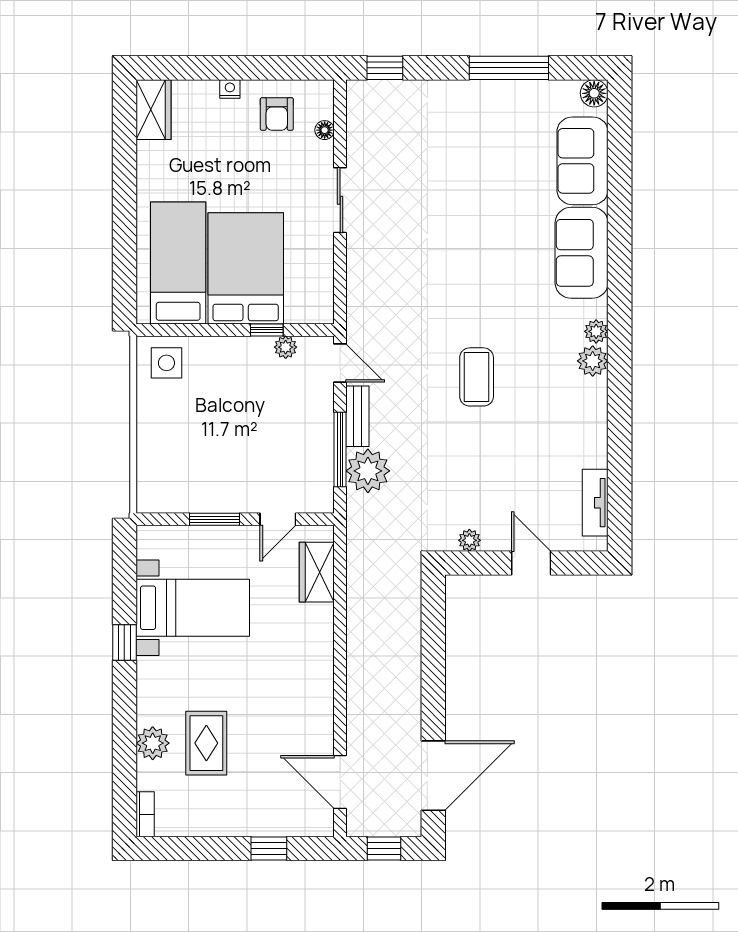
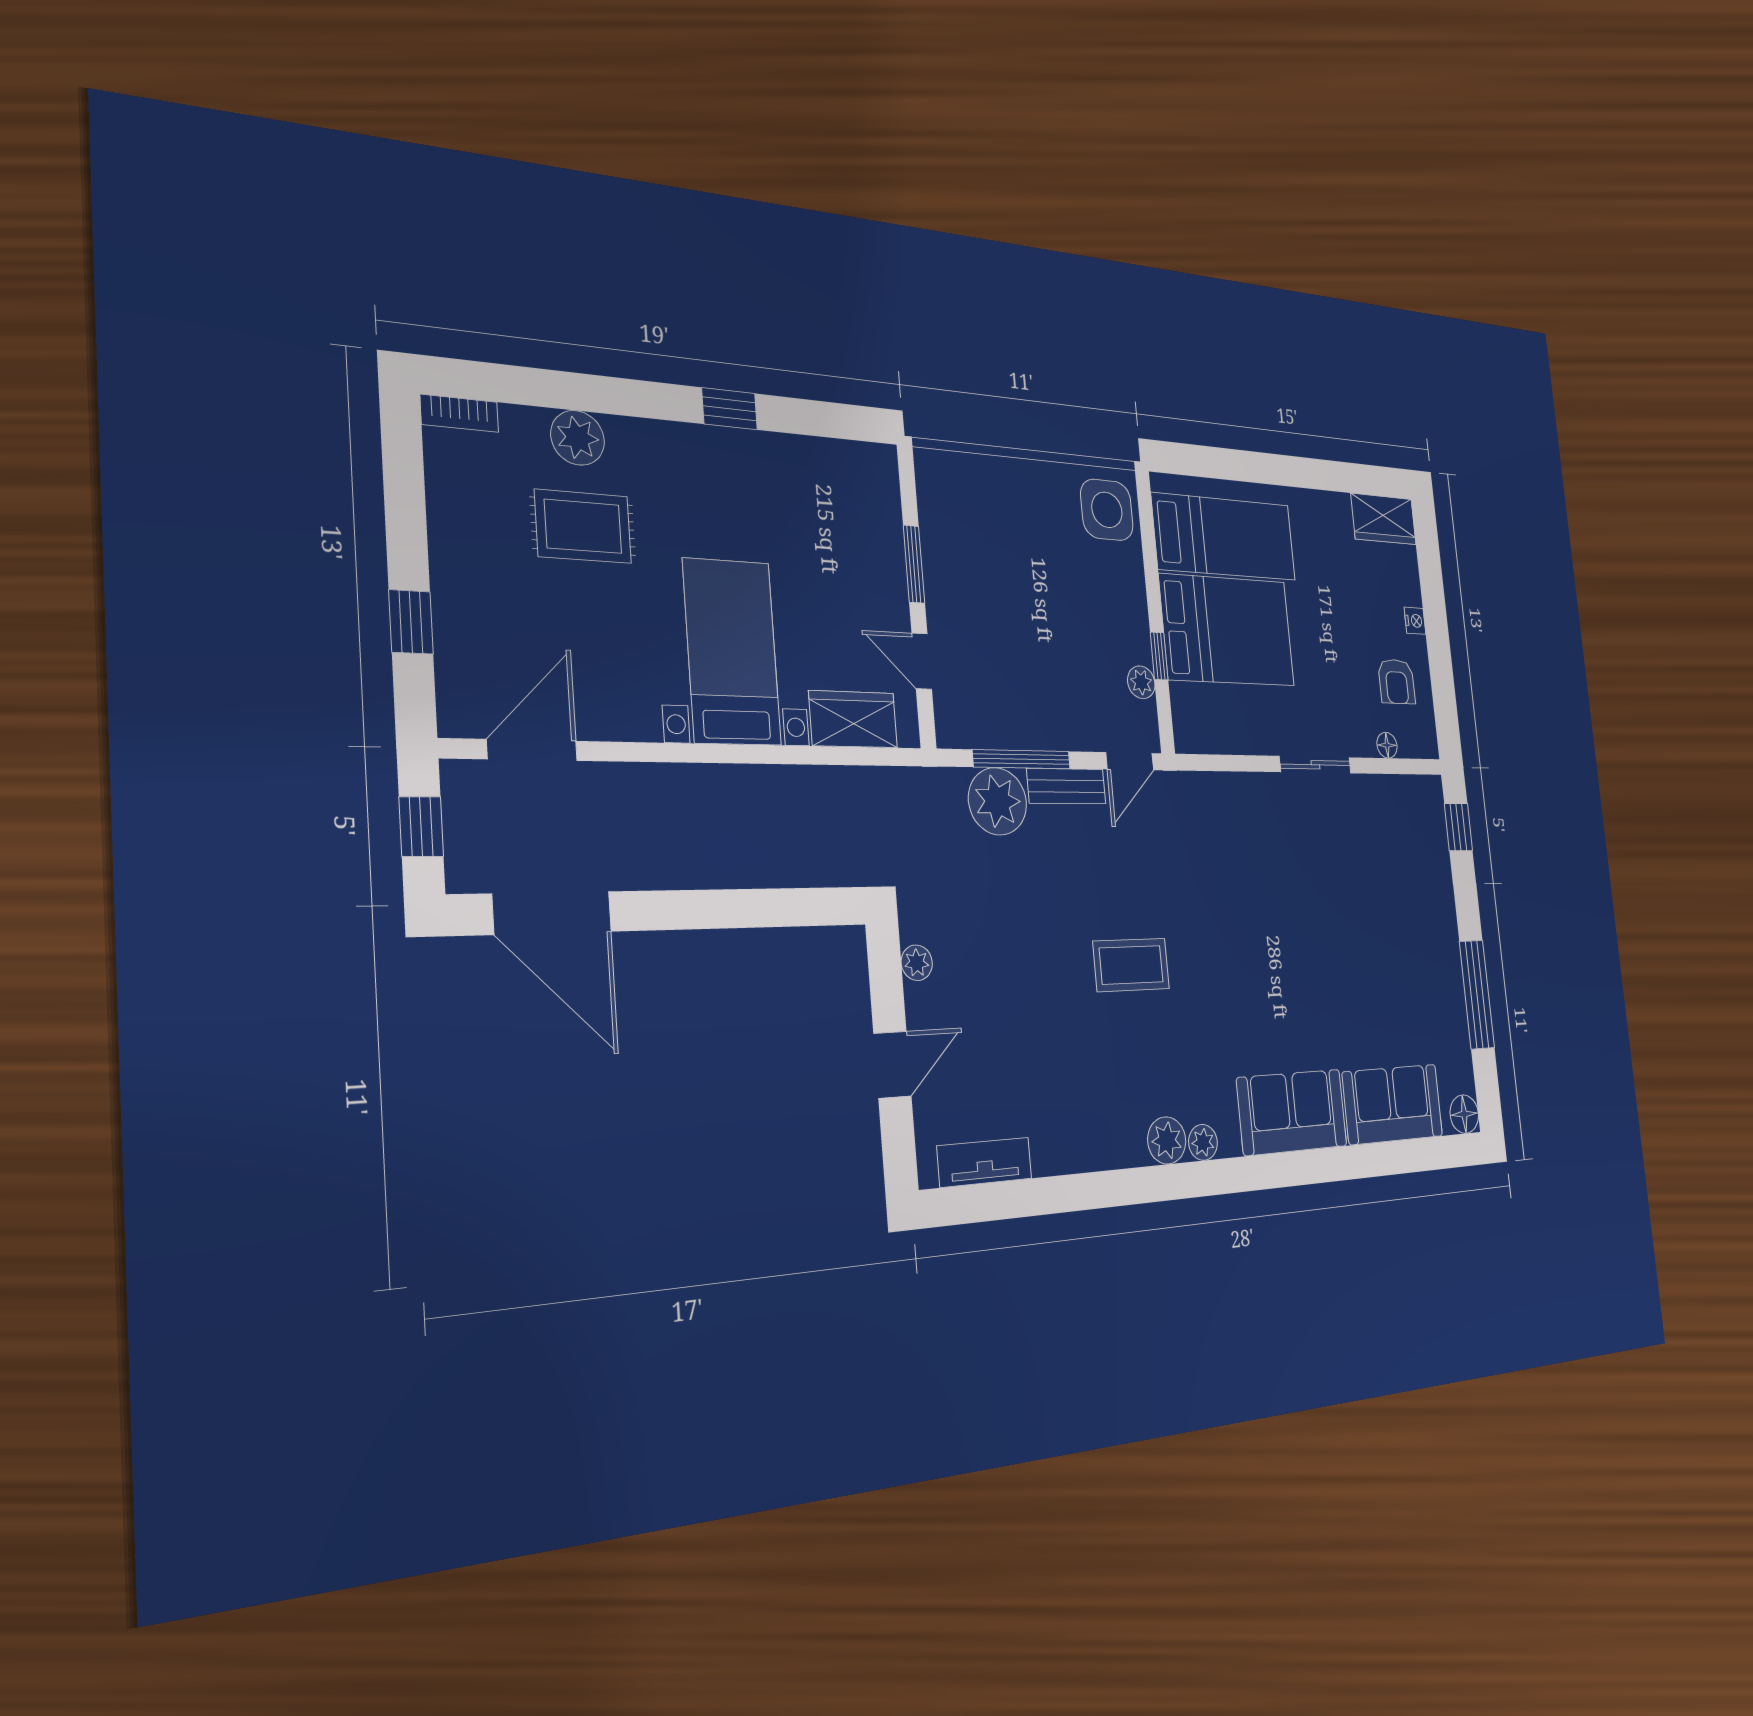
armchair: (277, 114) -> (1397, 682), turned -90
side table: (166, 363) -> (1107, 510), width x1.37, depth x1.37
bed with nightstands: (193, 608) -> (732, 652), moved, turned 180

